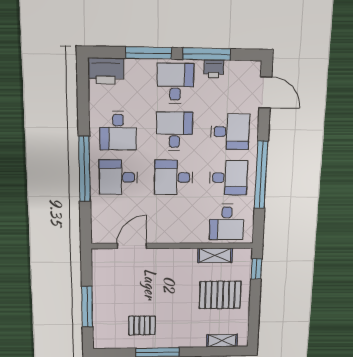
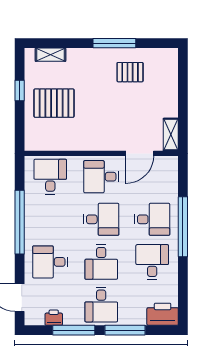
printer: (214, 69) -> (54, 318), moved
desk: (228, 178) -> (101, 177), moved
shelving: (215, 255) -> (171, 135), moved, turned 90
window: (256, 269) -> (20, 90), moved
window: (87, 307) -> (183, 92), removed

